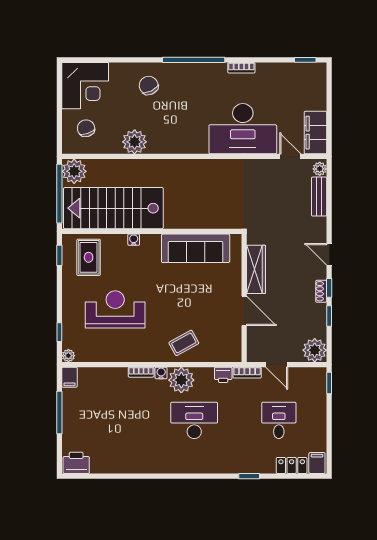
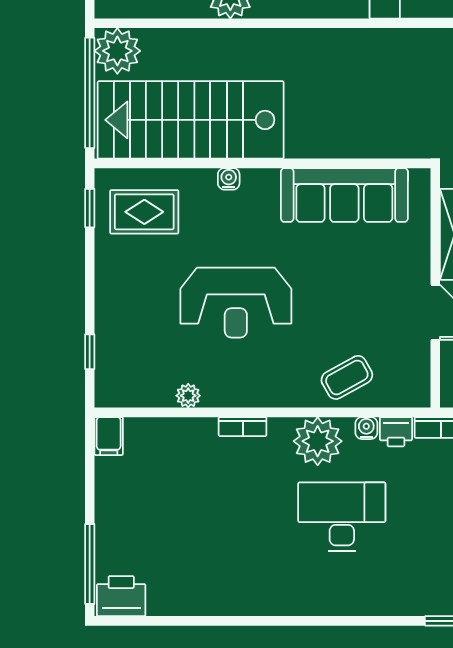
rug: (89, 257) -> (144, 212), turned 90
reception desk: (115, 309) -> (236, 303), moved, turned 180
coffee table: (184, 343) -> (347, 377), moved
plant: (68, 356) -> (188, 396), moved
water cooler: (161, 373) -> (366, 428), moved
window: (59, 413) -> (90, 564), moved

